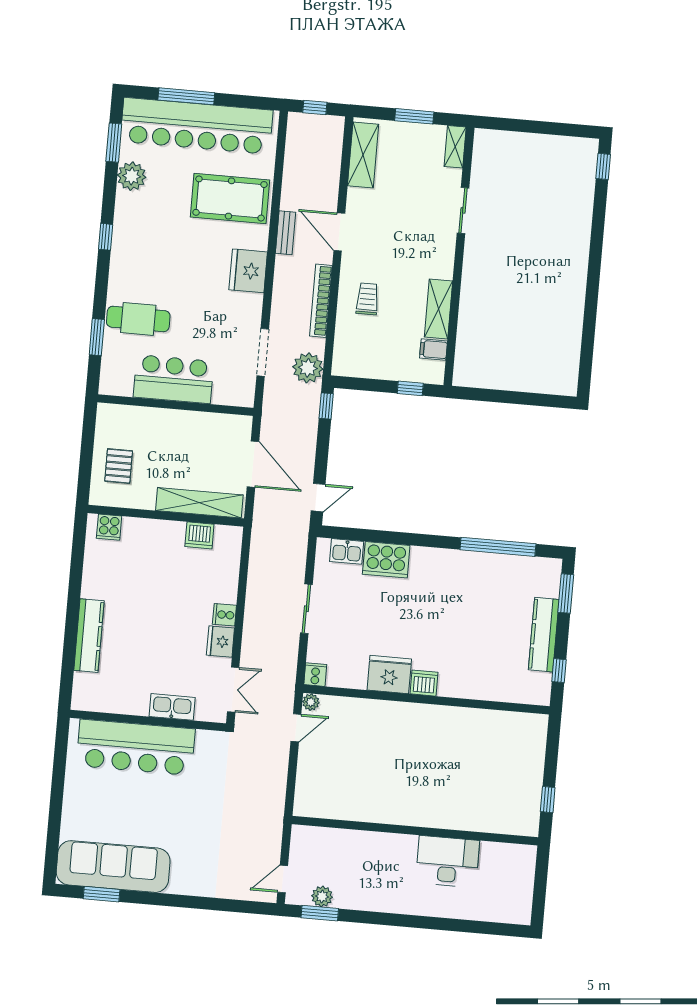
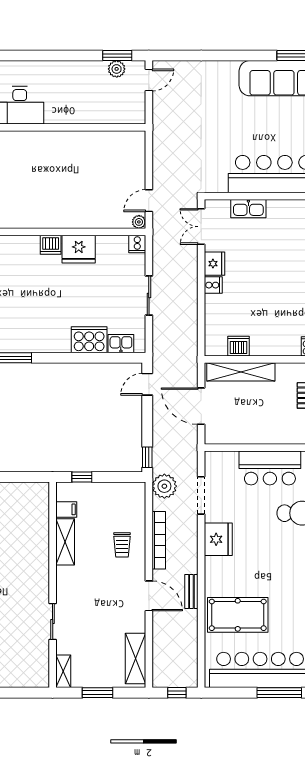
fridge: (248, 271) -> (218, 539), moved

